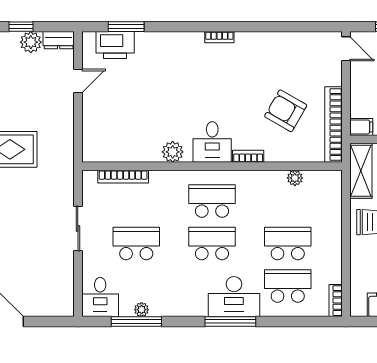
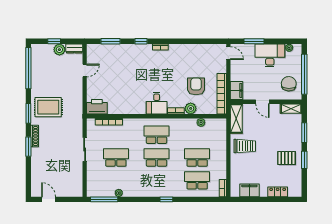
window: (183, 27) -> (141, 41), added
printer: (115, 45) -> (97, 107), moved, turned 180
armchair: (286, 111) -> (196, 86), turned 60
filing cabinet: (361, 127) -> (237, 90), width x2.00
plant: (173, 152) -> (191, 108), moved
desk: (100, 297) -> (97, 186), removed
desk: (234, 297) -> (168, 186), removed
window: (136, 322) -> (104, 199), moved
window: (230, 322) -> (166, 199), width x0.46

